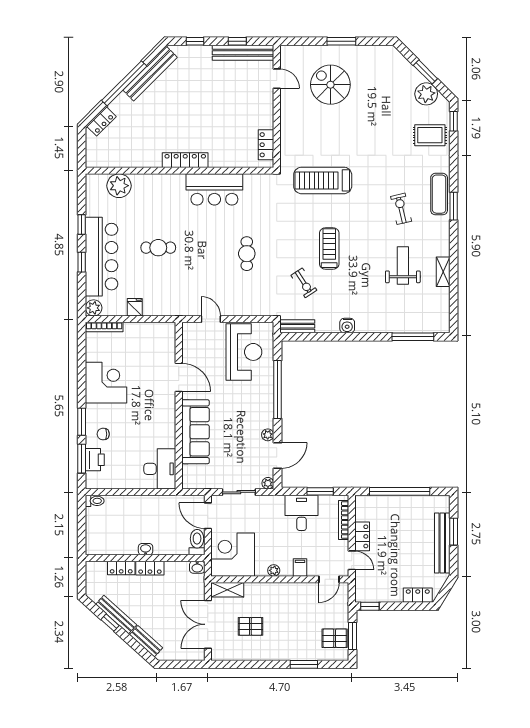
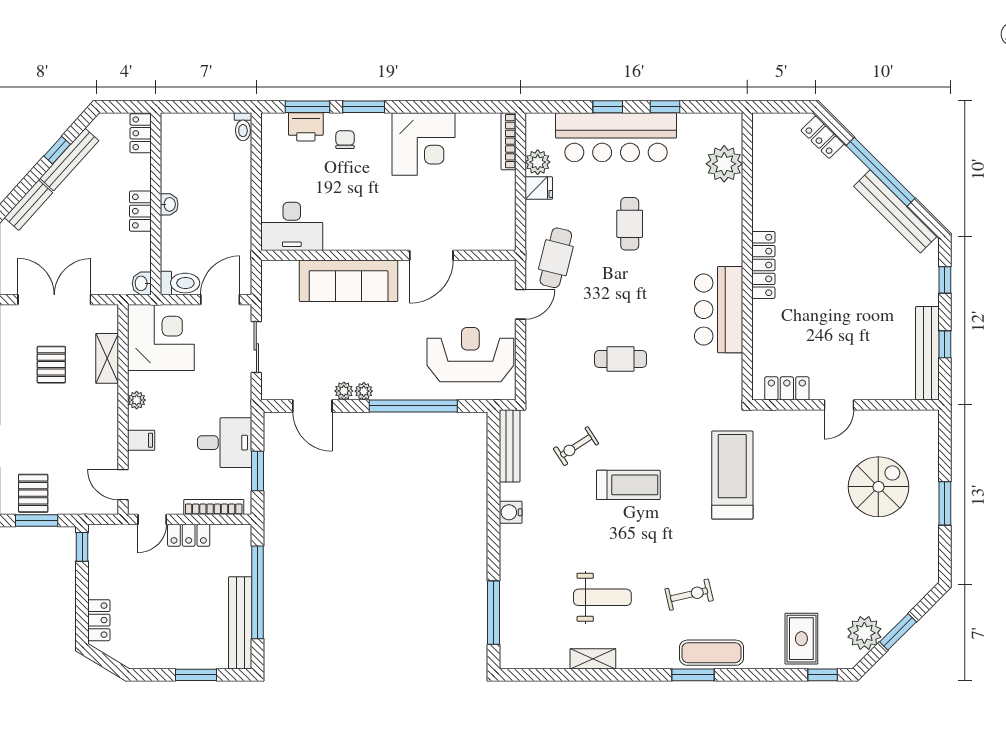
door: (277, 79) -> (839, 405), moved
cafe table: (181, 296) -> (556, 258), added
plant: (94, 308) -> (538, 162), moved
bench: (297, 326) -> (510, 446), width x1.36
reception desk: (244, 352) -> (470, 355), turned 180
plant: (268, 483) -> (364, 391), moved
bench: (442, 543) -> (240, 623), moved, turned 90
locker: (121, 568) -> (141, 133), moved
shelving: (227, 590) -> (107, 358), moved

